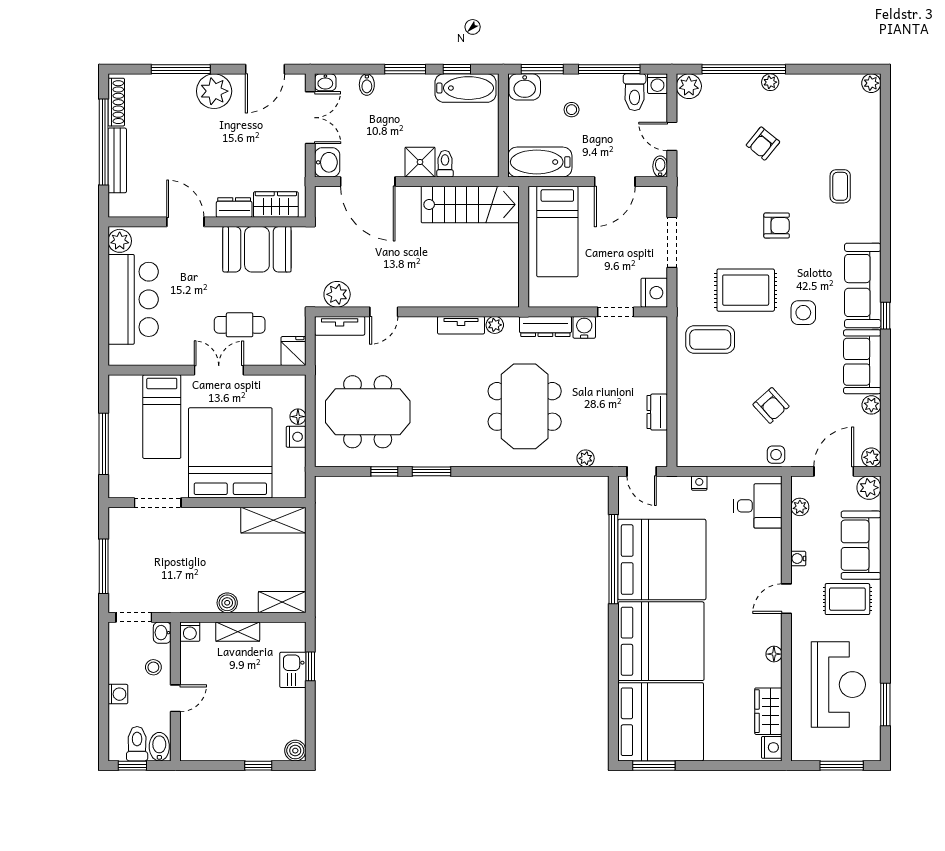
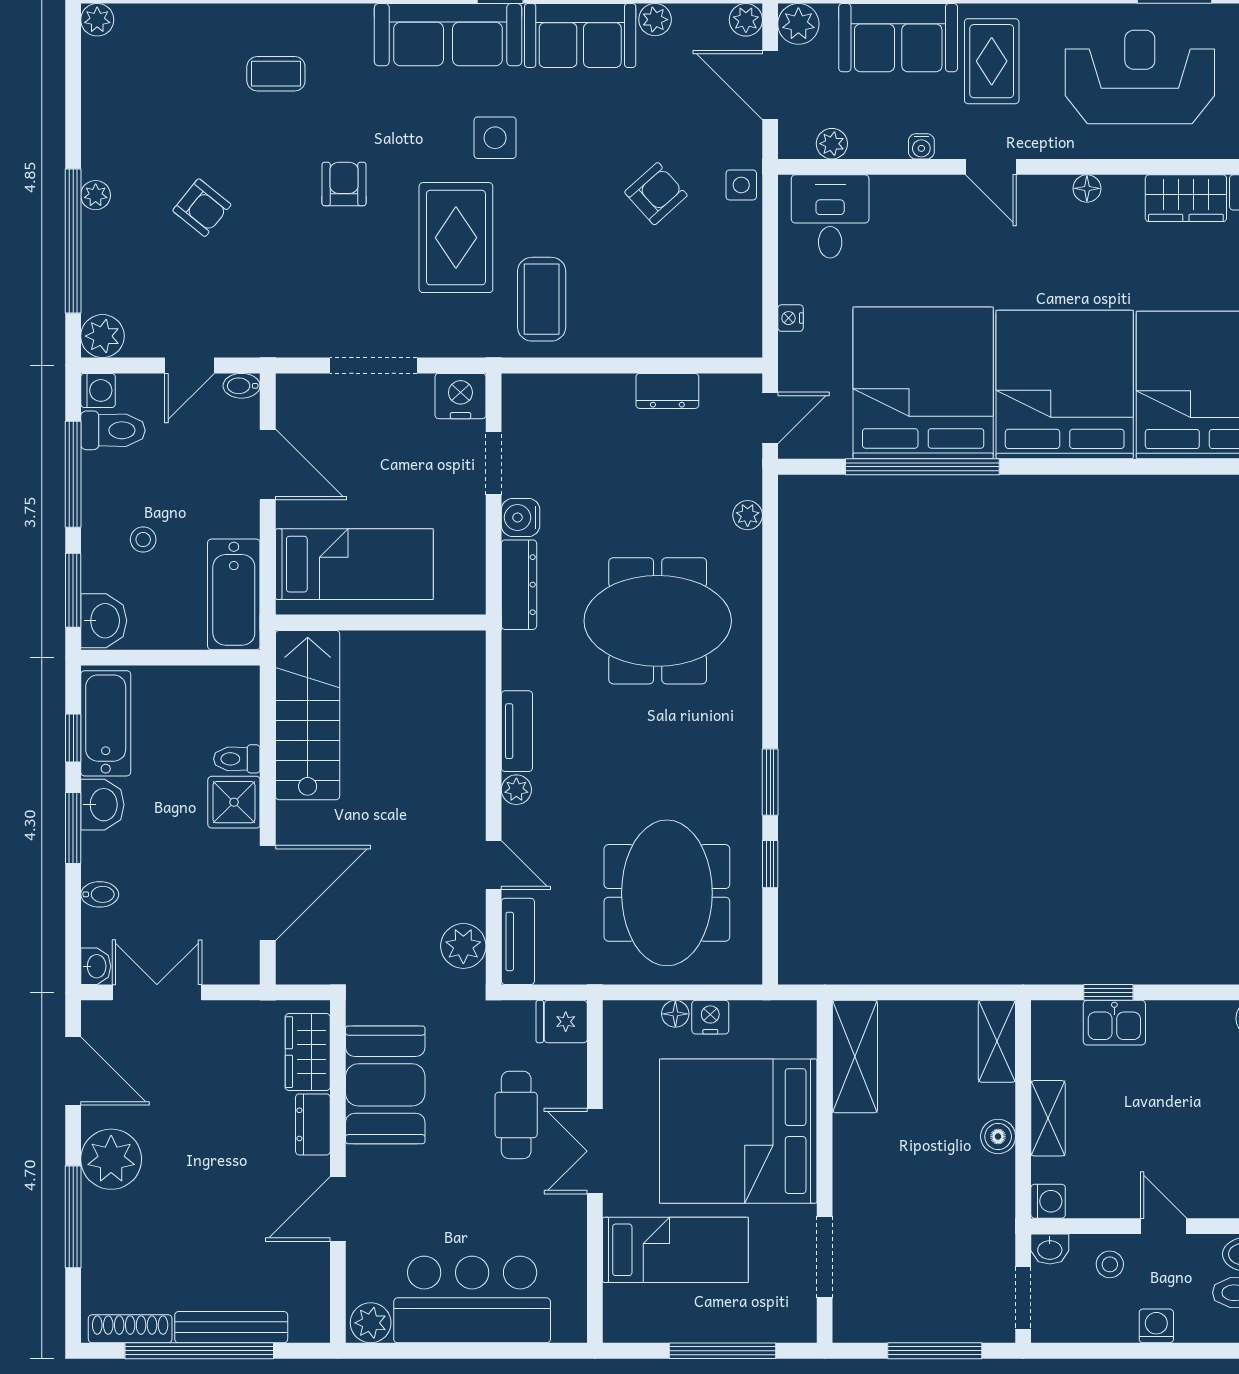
washbasin: (327, 162) -> (102, 805), moved, turned 90
plant: (495, 325) -> (516, 790), moved

